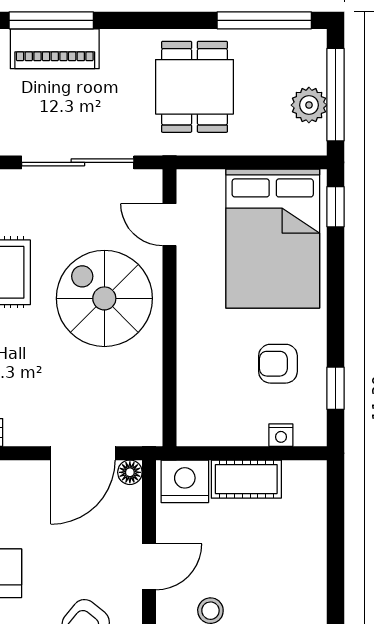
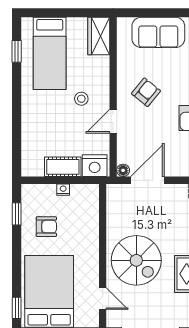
nightstand: (281, 435) -> (63, 190), moved

